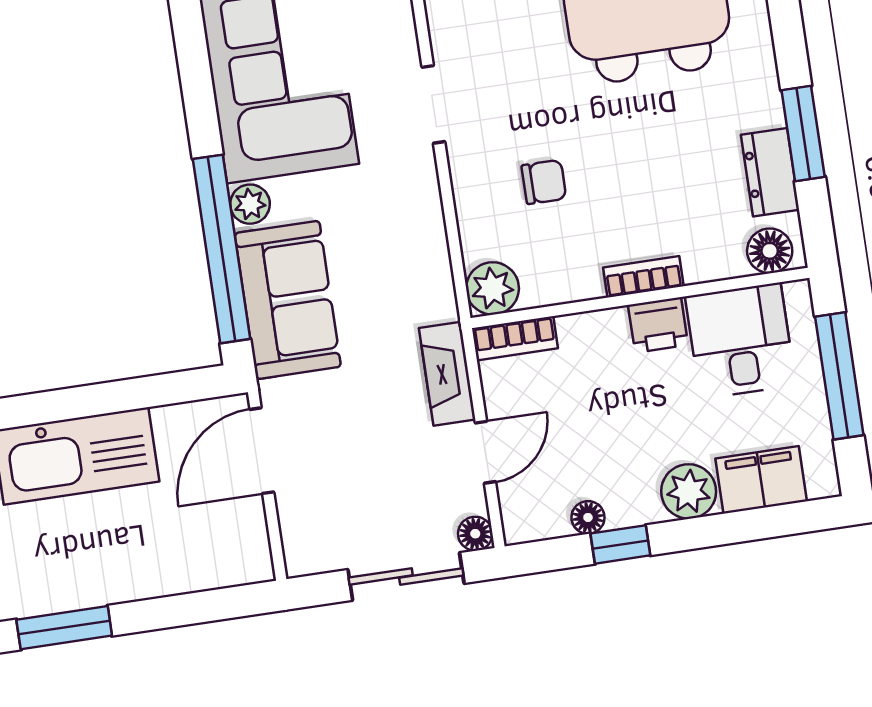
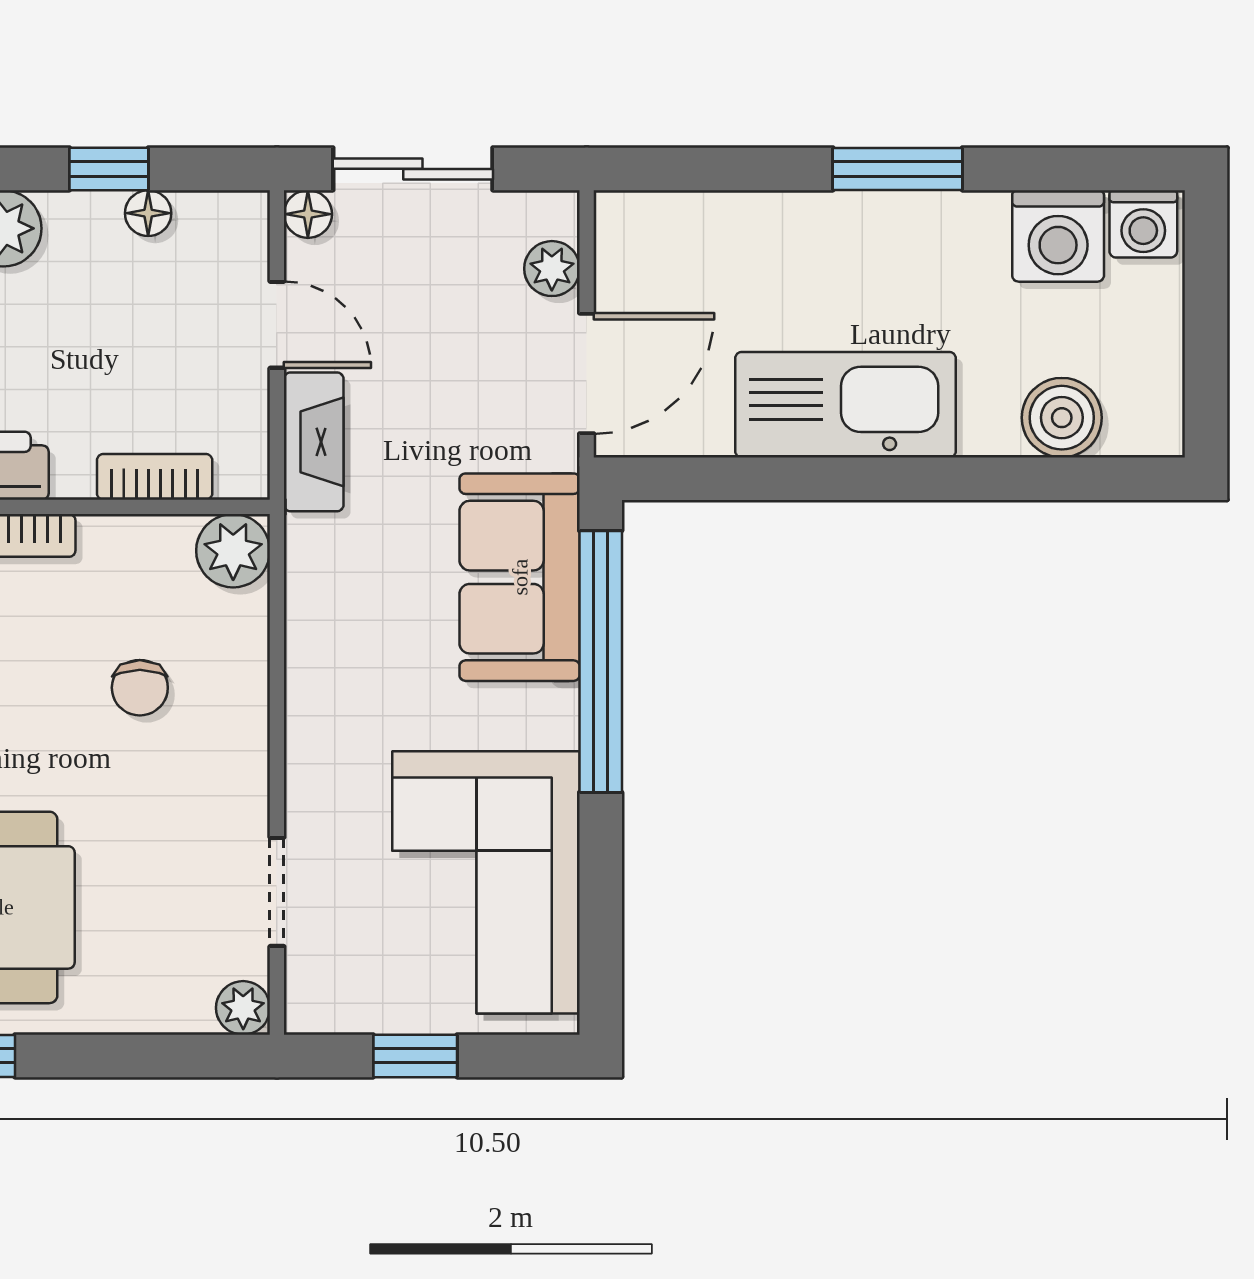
doorway: (433, 104) -> (277, 892), moved
chair: (544, 182) -> (140, 688), turned -90
plant: (250, 204) -> (552, 269), moved
bookcase: (515, 338) -> (155, 477), moved
door: (485, 452) -> (277, 325), swing flipped

